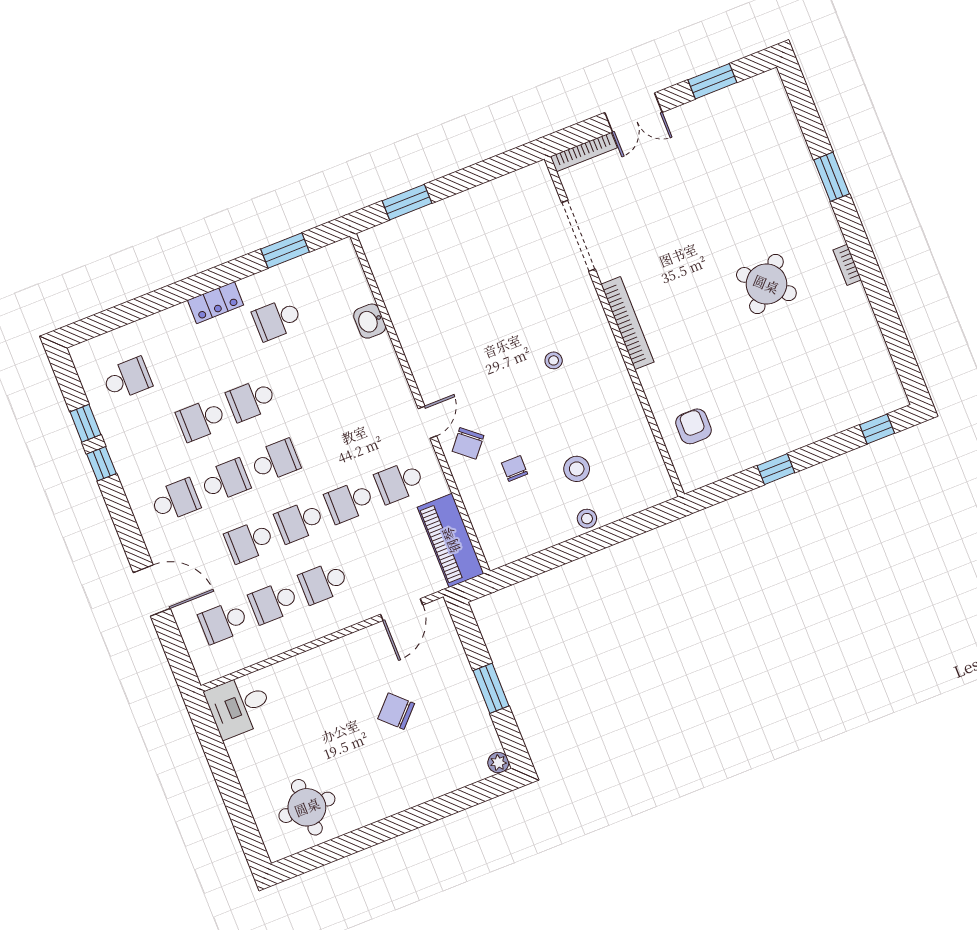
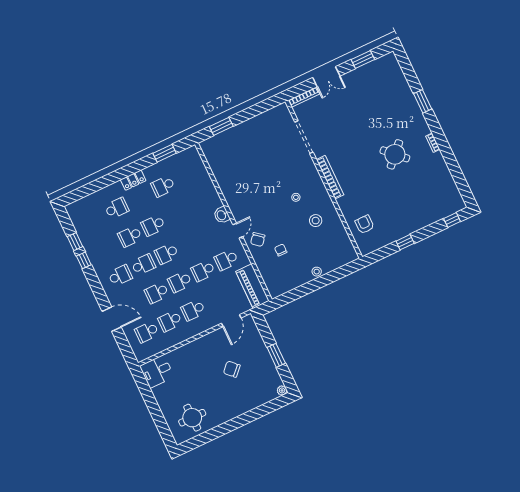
washbasin: (370, 321) -> (222, 215), moved
school desk: (127, 379) -> (117, 208), moved
school desk: (275, 461) -> (167, 254), turned 180
stool: (577, 469) -> (316, 221), moved

